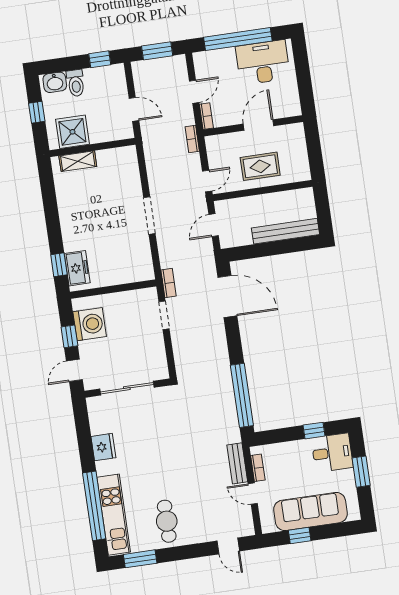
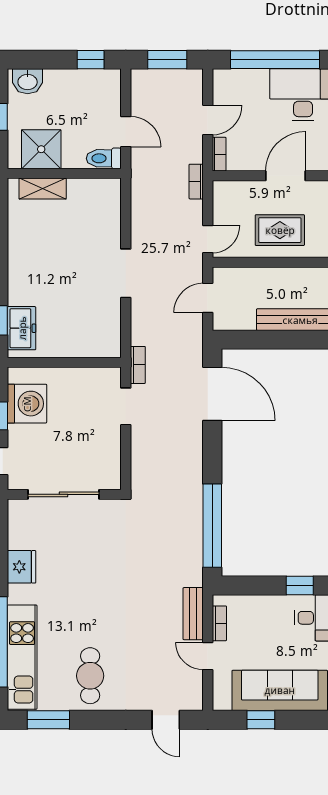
toilet: (76, 83) -> (104, 158), moved, turned 90

